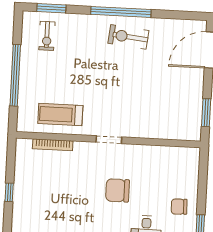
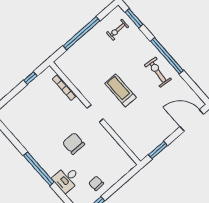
treadmill: (60, 114) -> (120, 90), moved
window: (9, 192) -> (30, 78), moved

